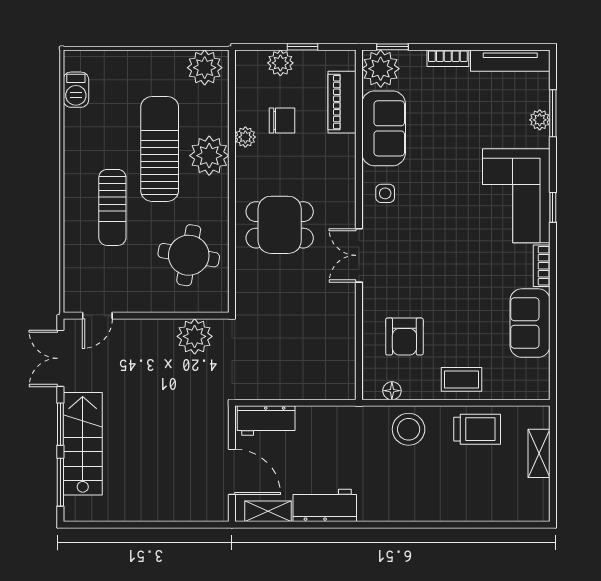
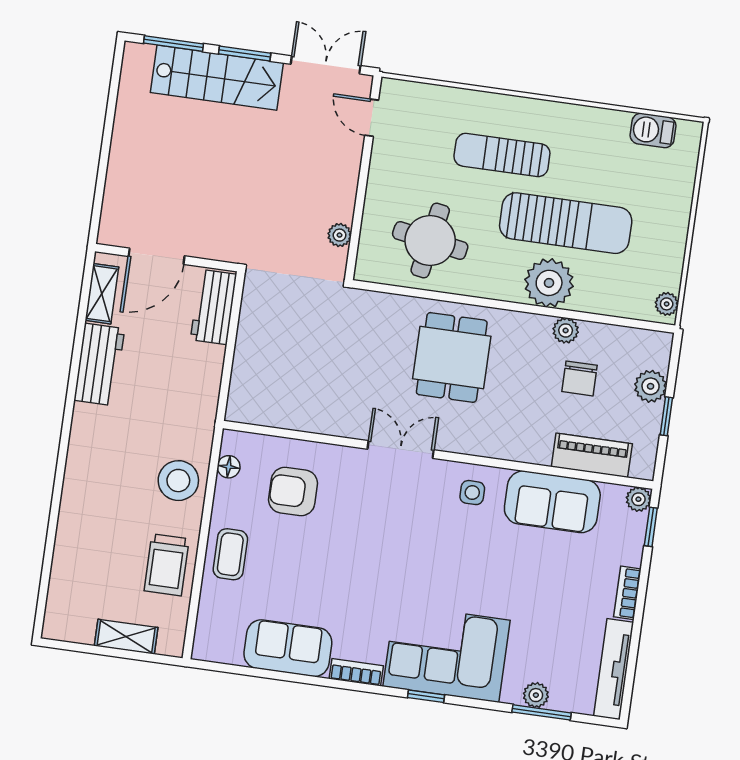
plant: (205, 68) -> (667, 304), width x0.53, depth x0.53
plant: (381, 69) -> (638, 499), width x0.53, depth x0.53
plant: (195, 336) -> (340, 235), width x0.53, depth x0.53

